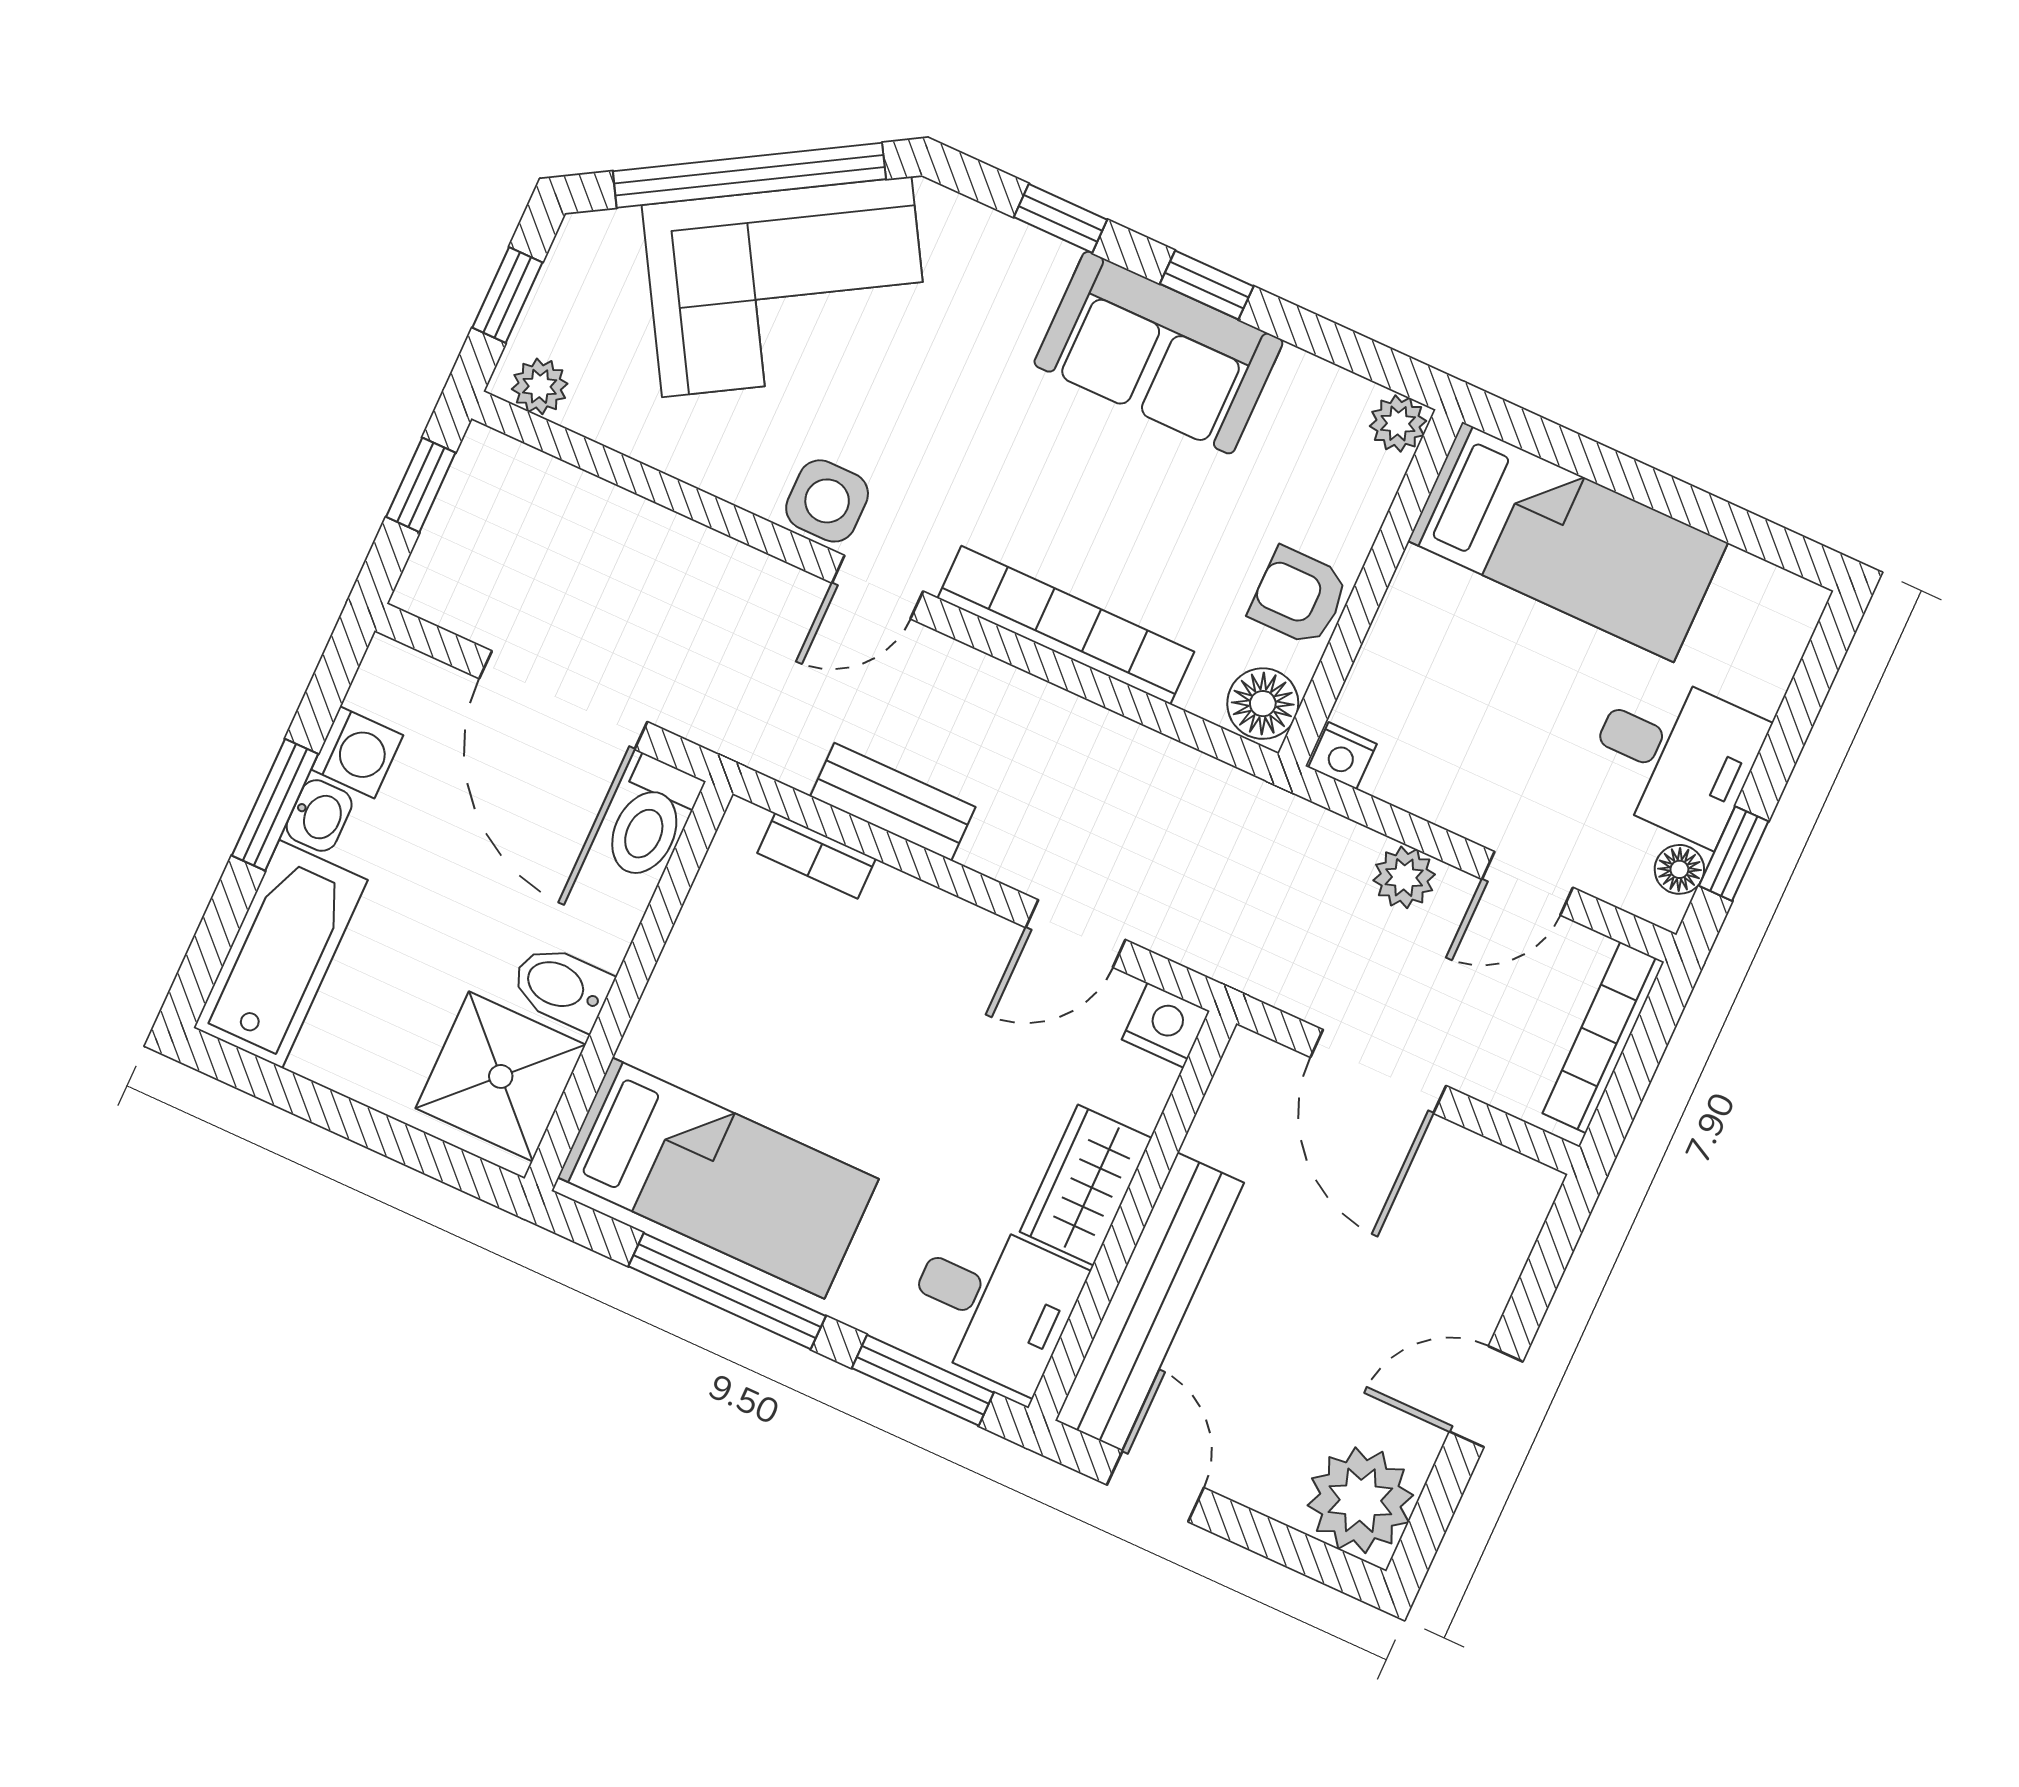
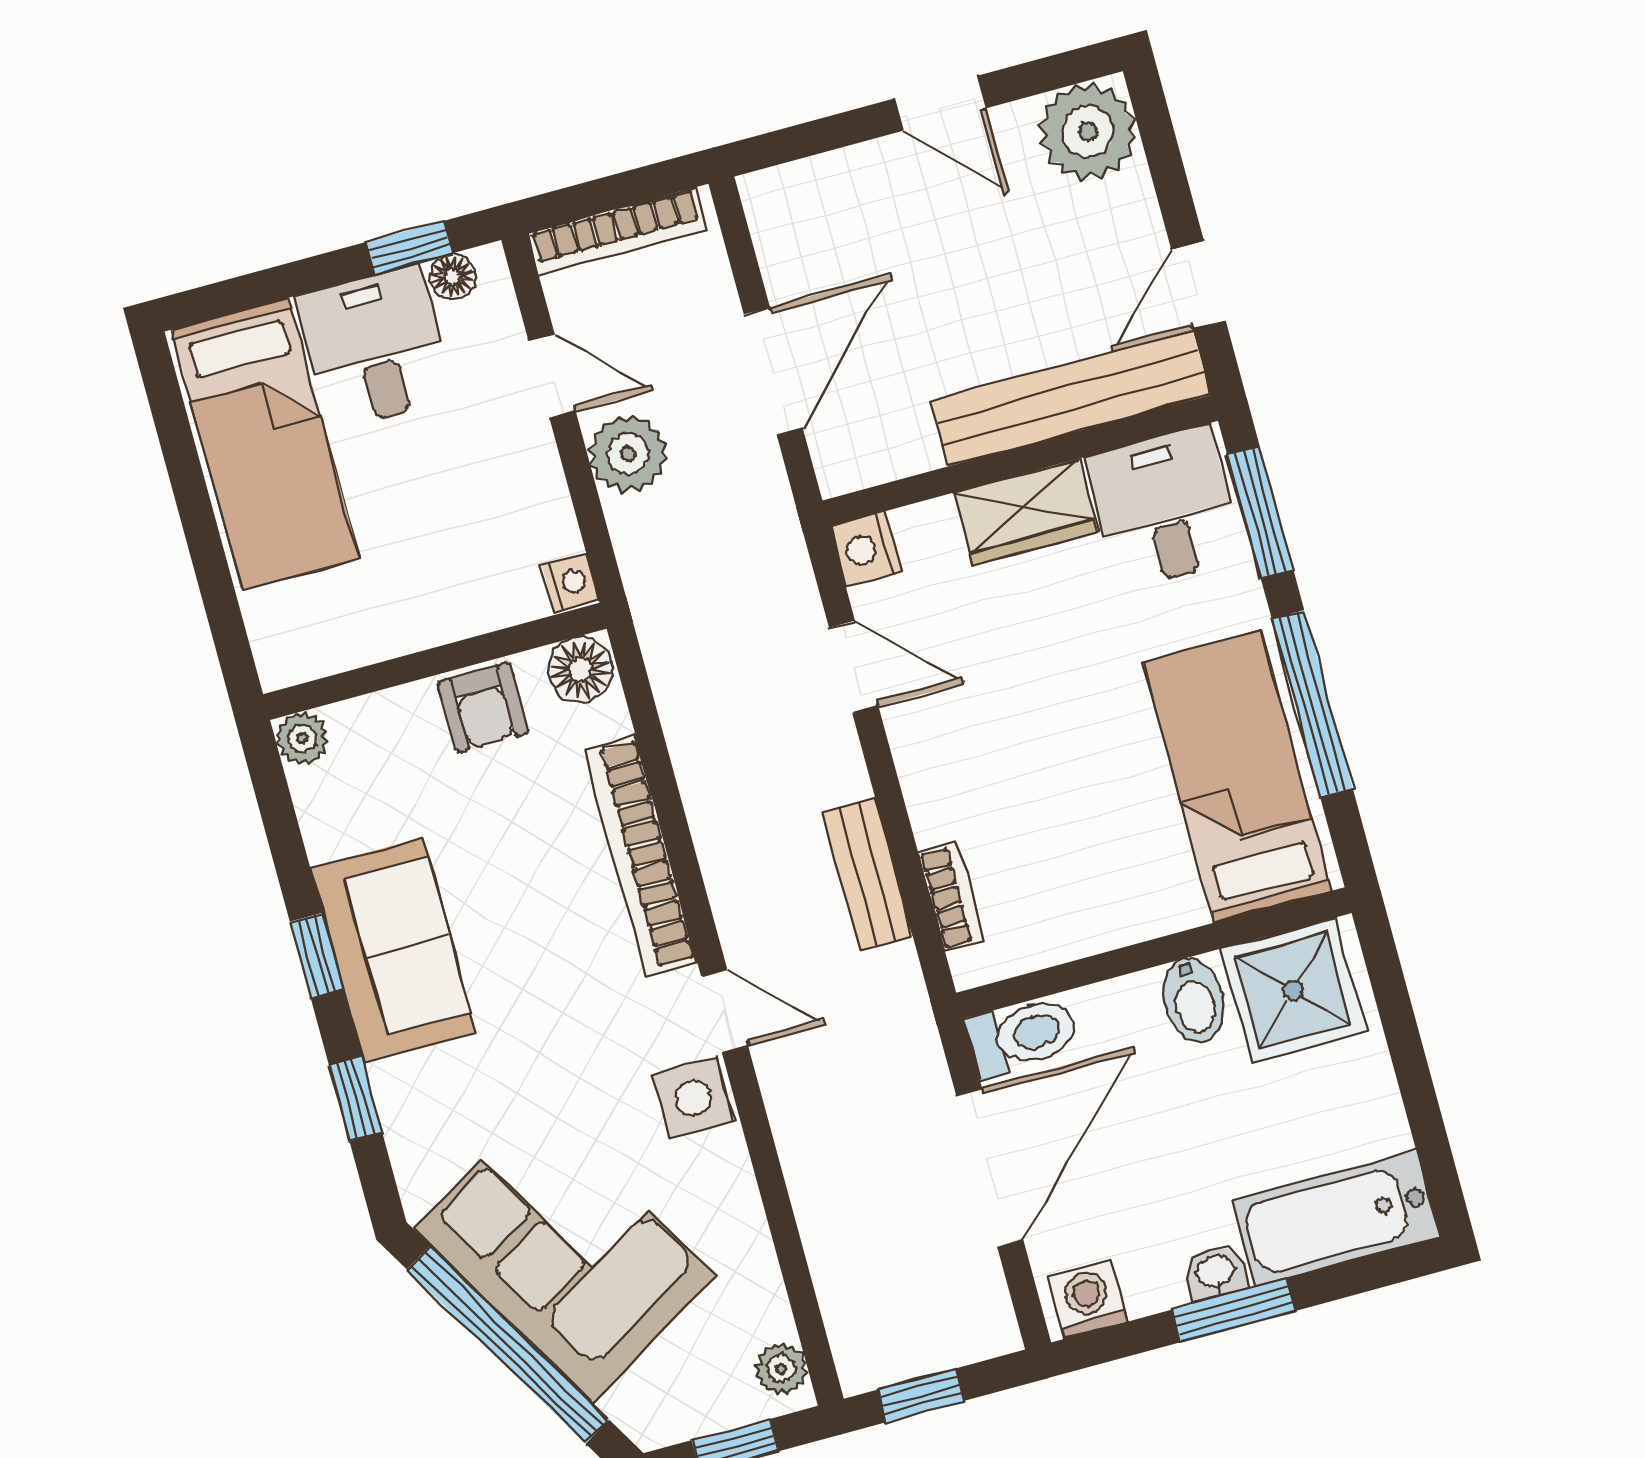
bed: (1568, 542) -> (265, 444), moved, turned 180
washing machine: (357, 752) -> (1088, 1299), moved
plant: (1404, 877) -> (628, 454), width x1.38, depth x1.38

